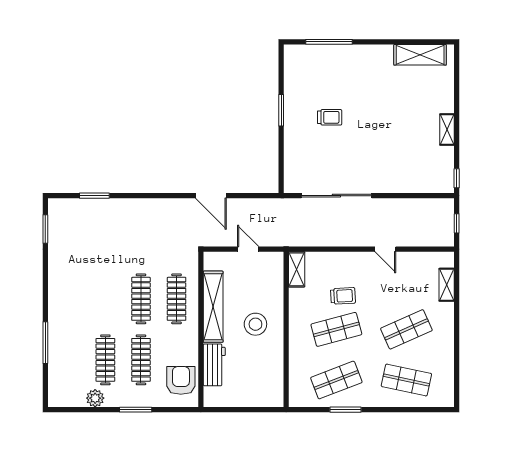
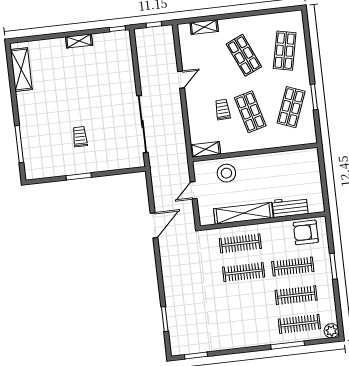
stool: (255, 324) -> (226, 173), moved
clothes rail: (70, 360) -> (299, 324), added
shop shelf: (336, 380) -> (291, 107), turned 42
plant: (95, 398) -> (331, 331), moved

